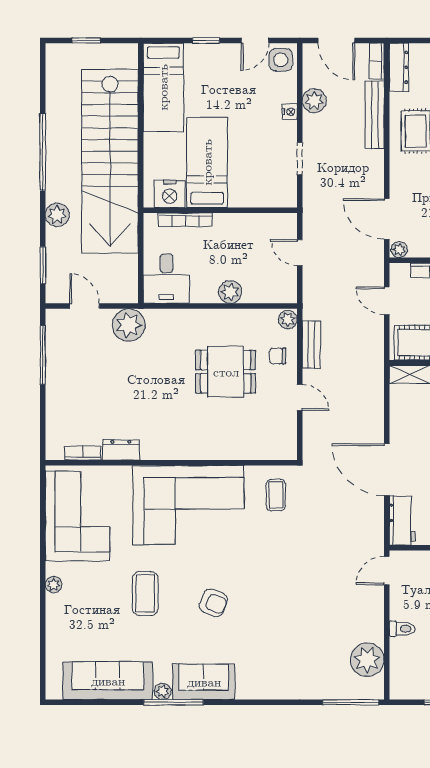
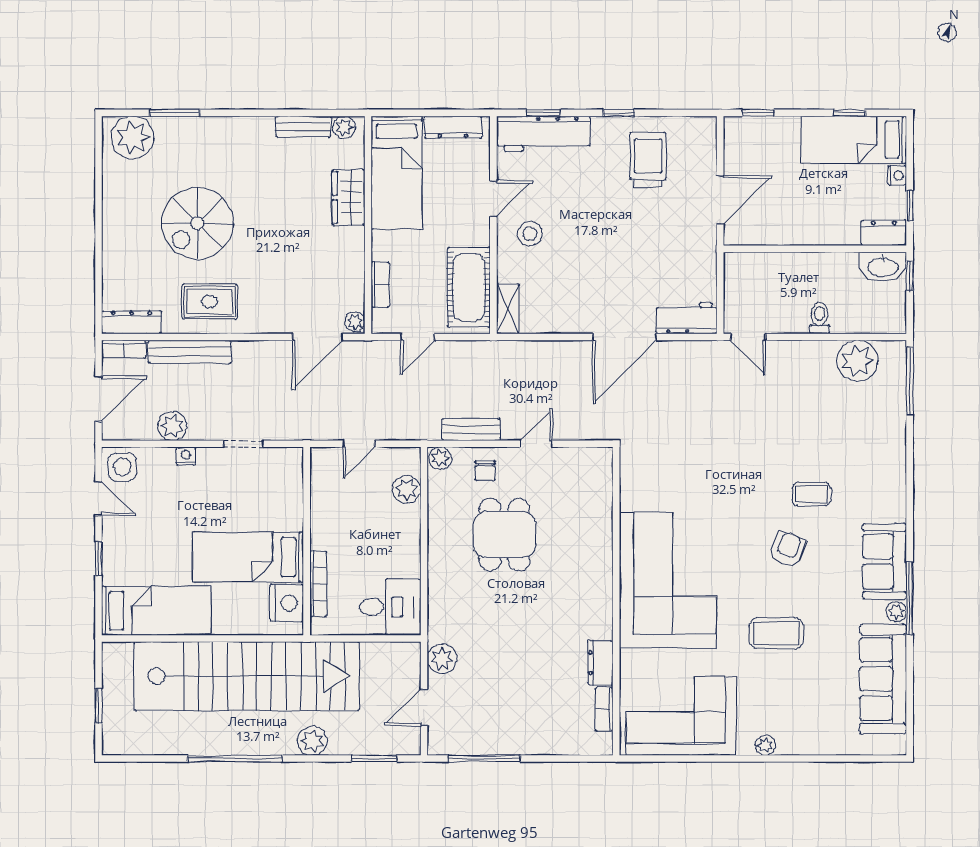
plant: (230, 292) -> (407, 489), moved
plant: (129, 325) -> (442, 659), width x0.73, depth x0.73
coffee table: (276, 495) -> (811, 494), moved

